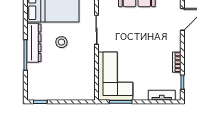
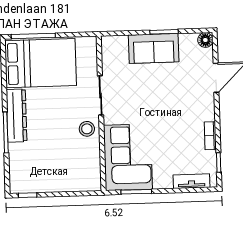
stool: (61, 42) -> (87, 129), moved

